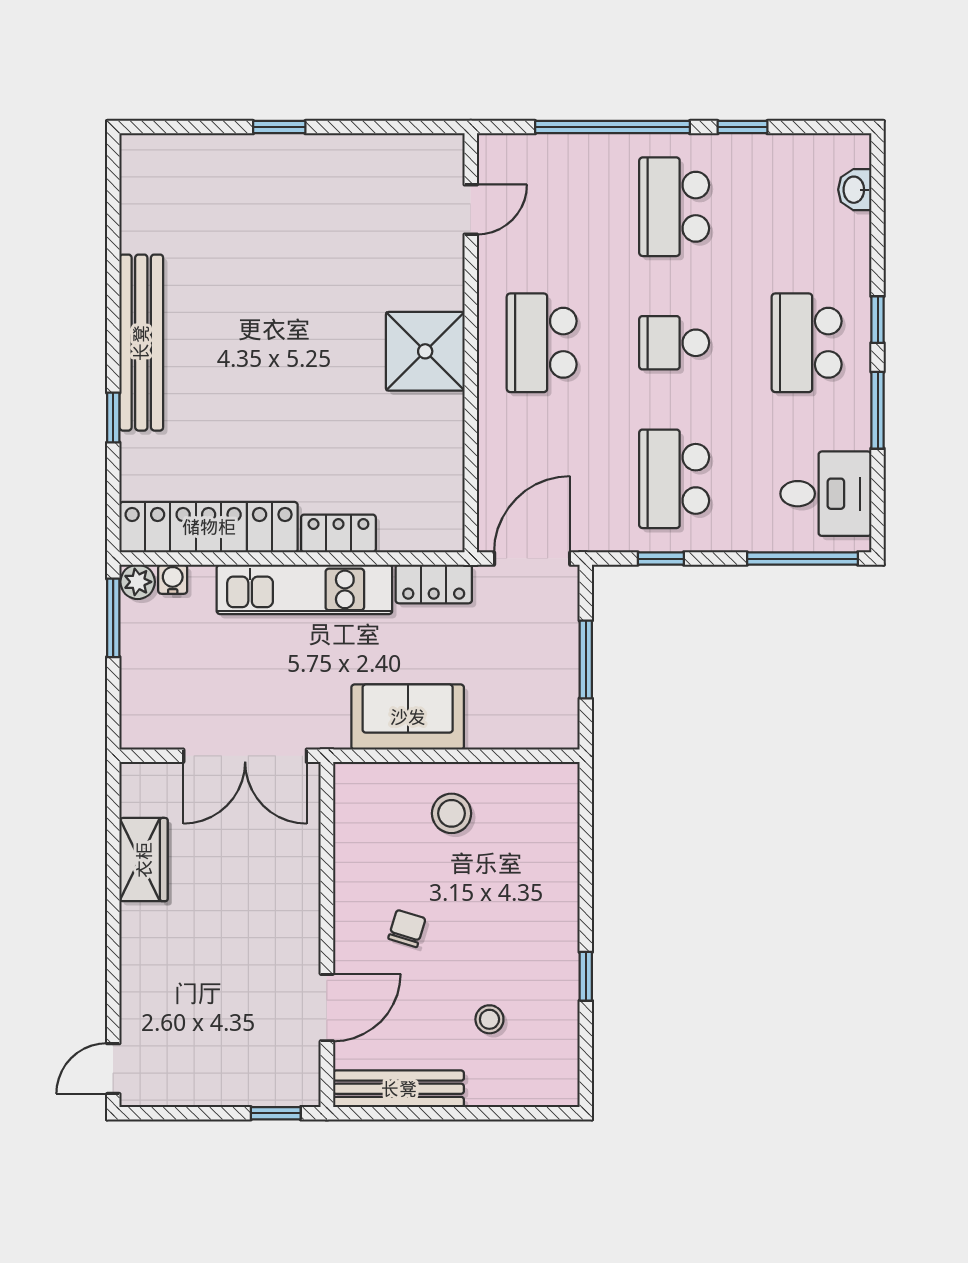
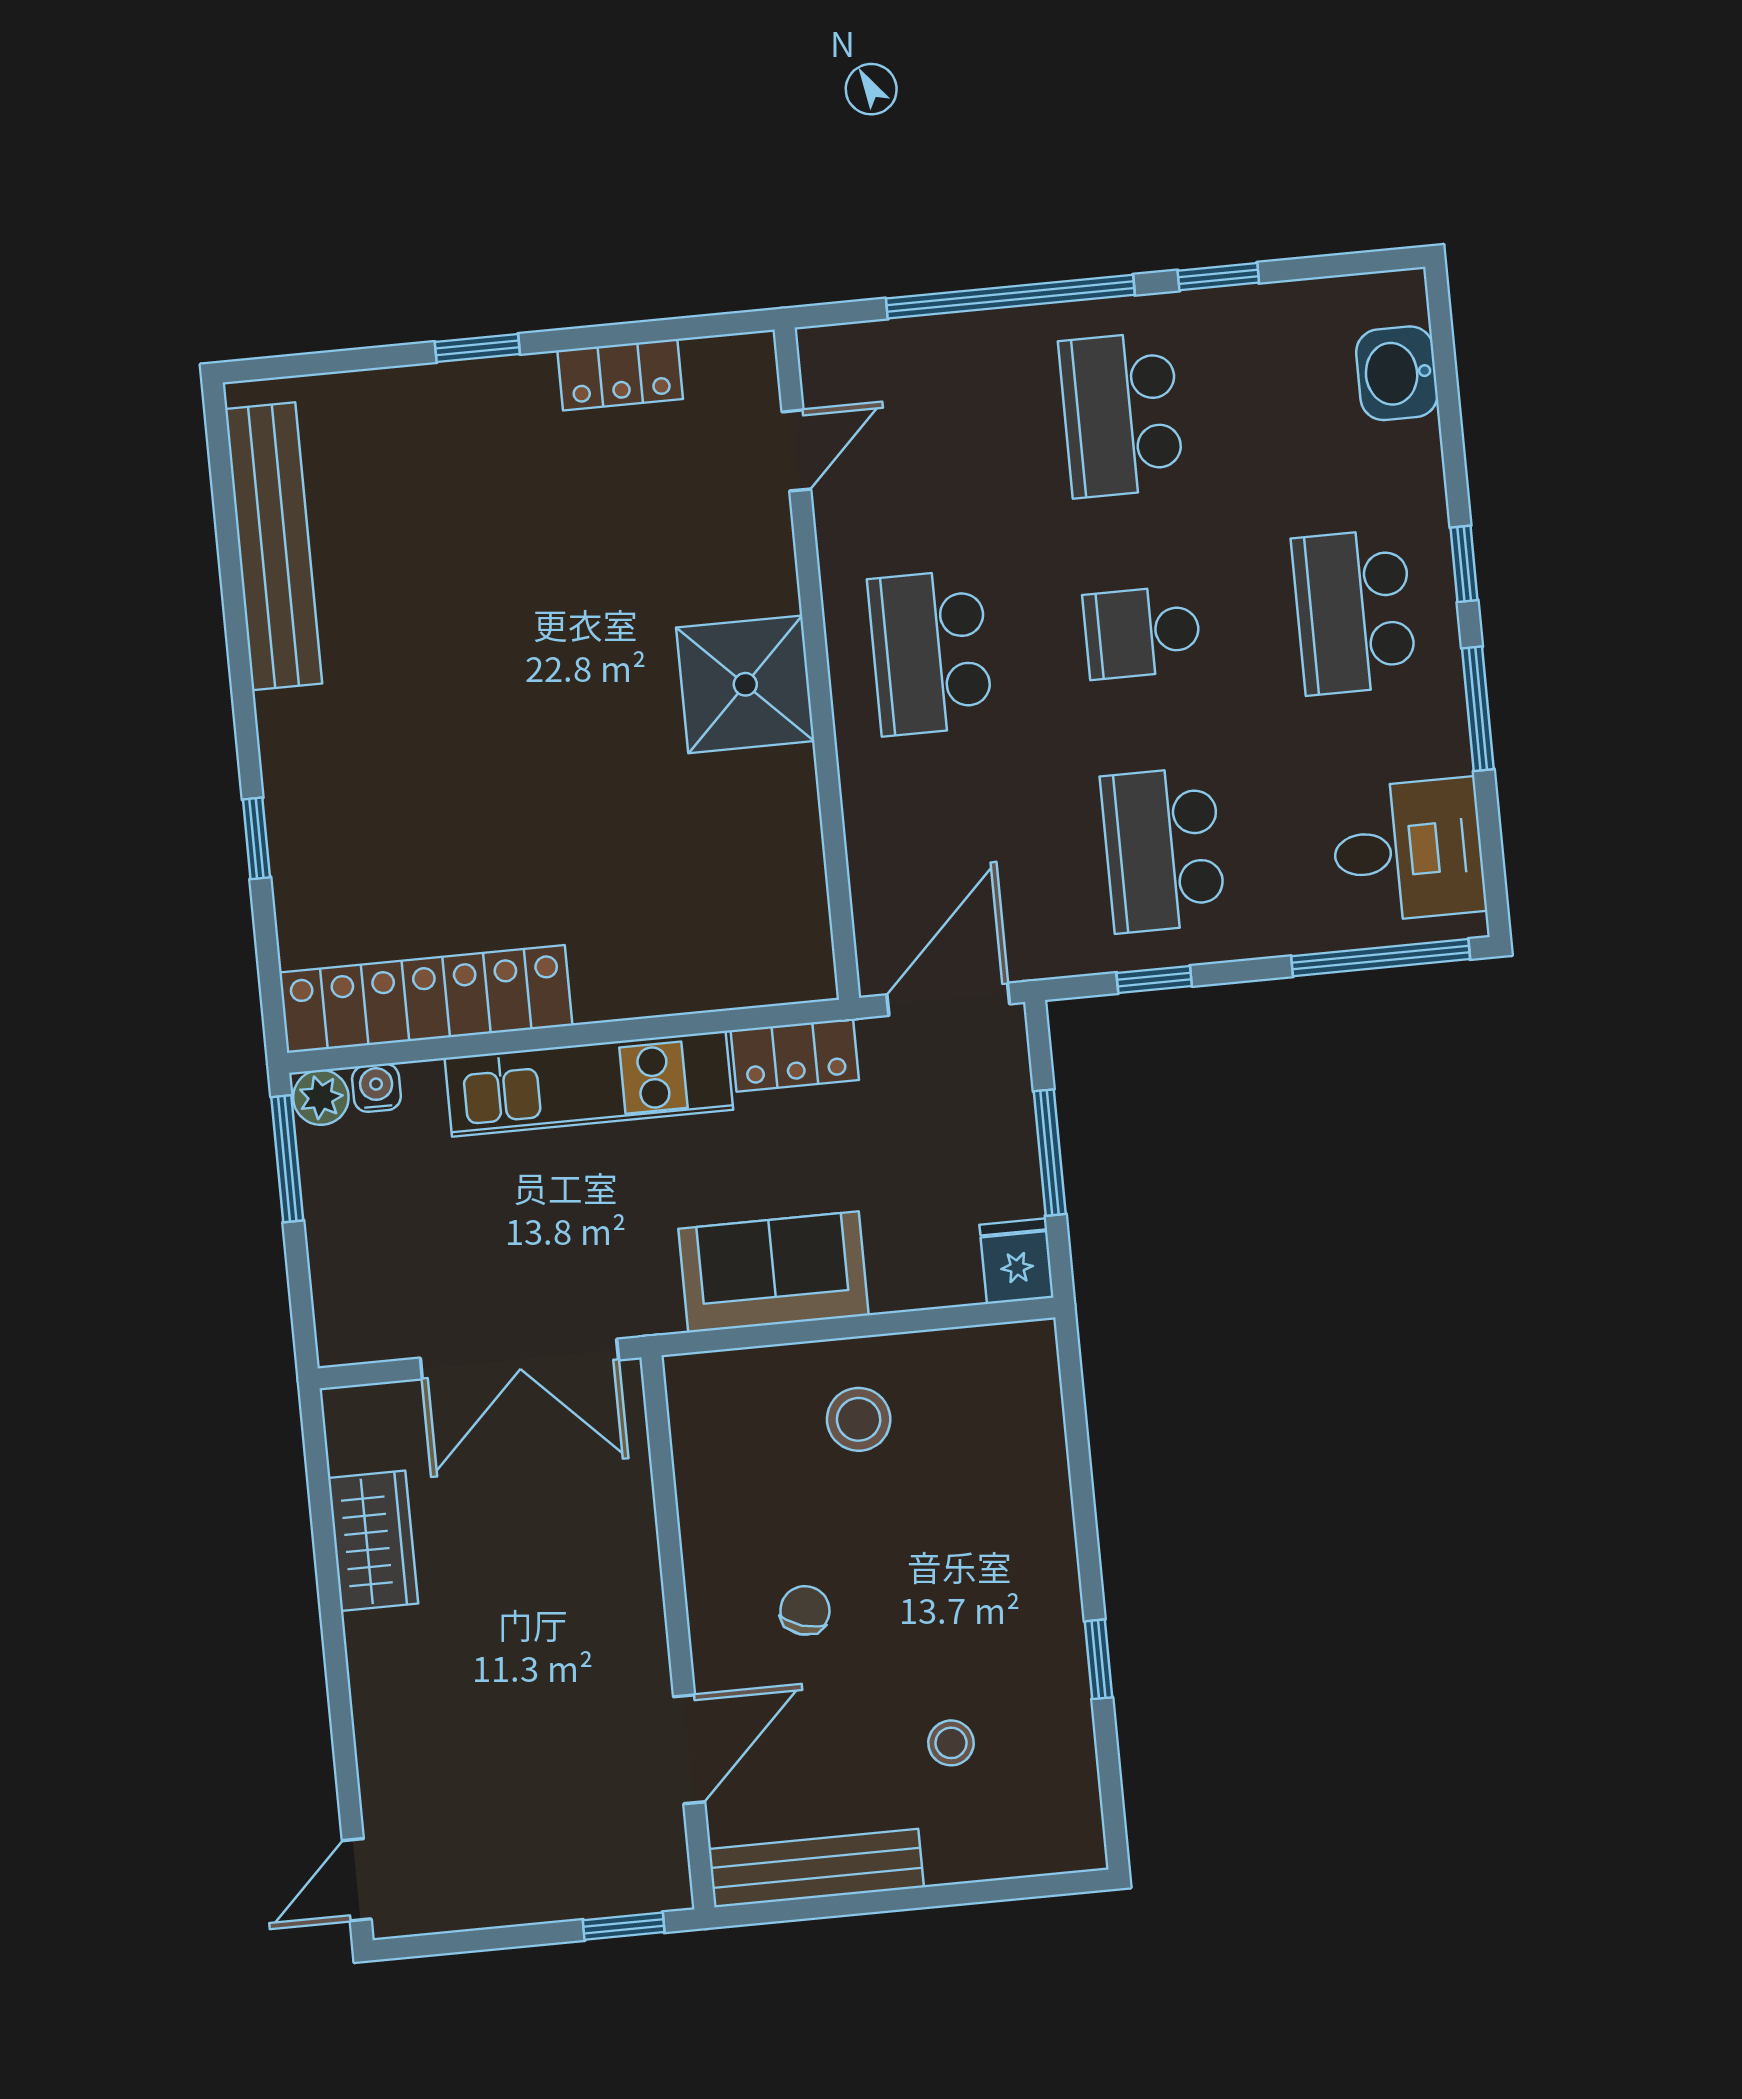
washbasin: (855, 190) -> (1397, 373), width x1.38, depth x1.45
bench: (141, 343) -> (274, 546), moved
locker: (338, 533) -> (620, 375), moved, turned 180
fridge: (559, 725) -> (1017, 1261), added

